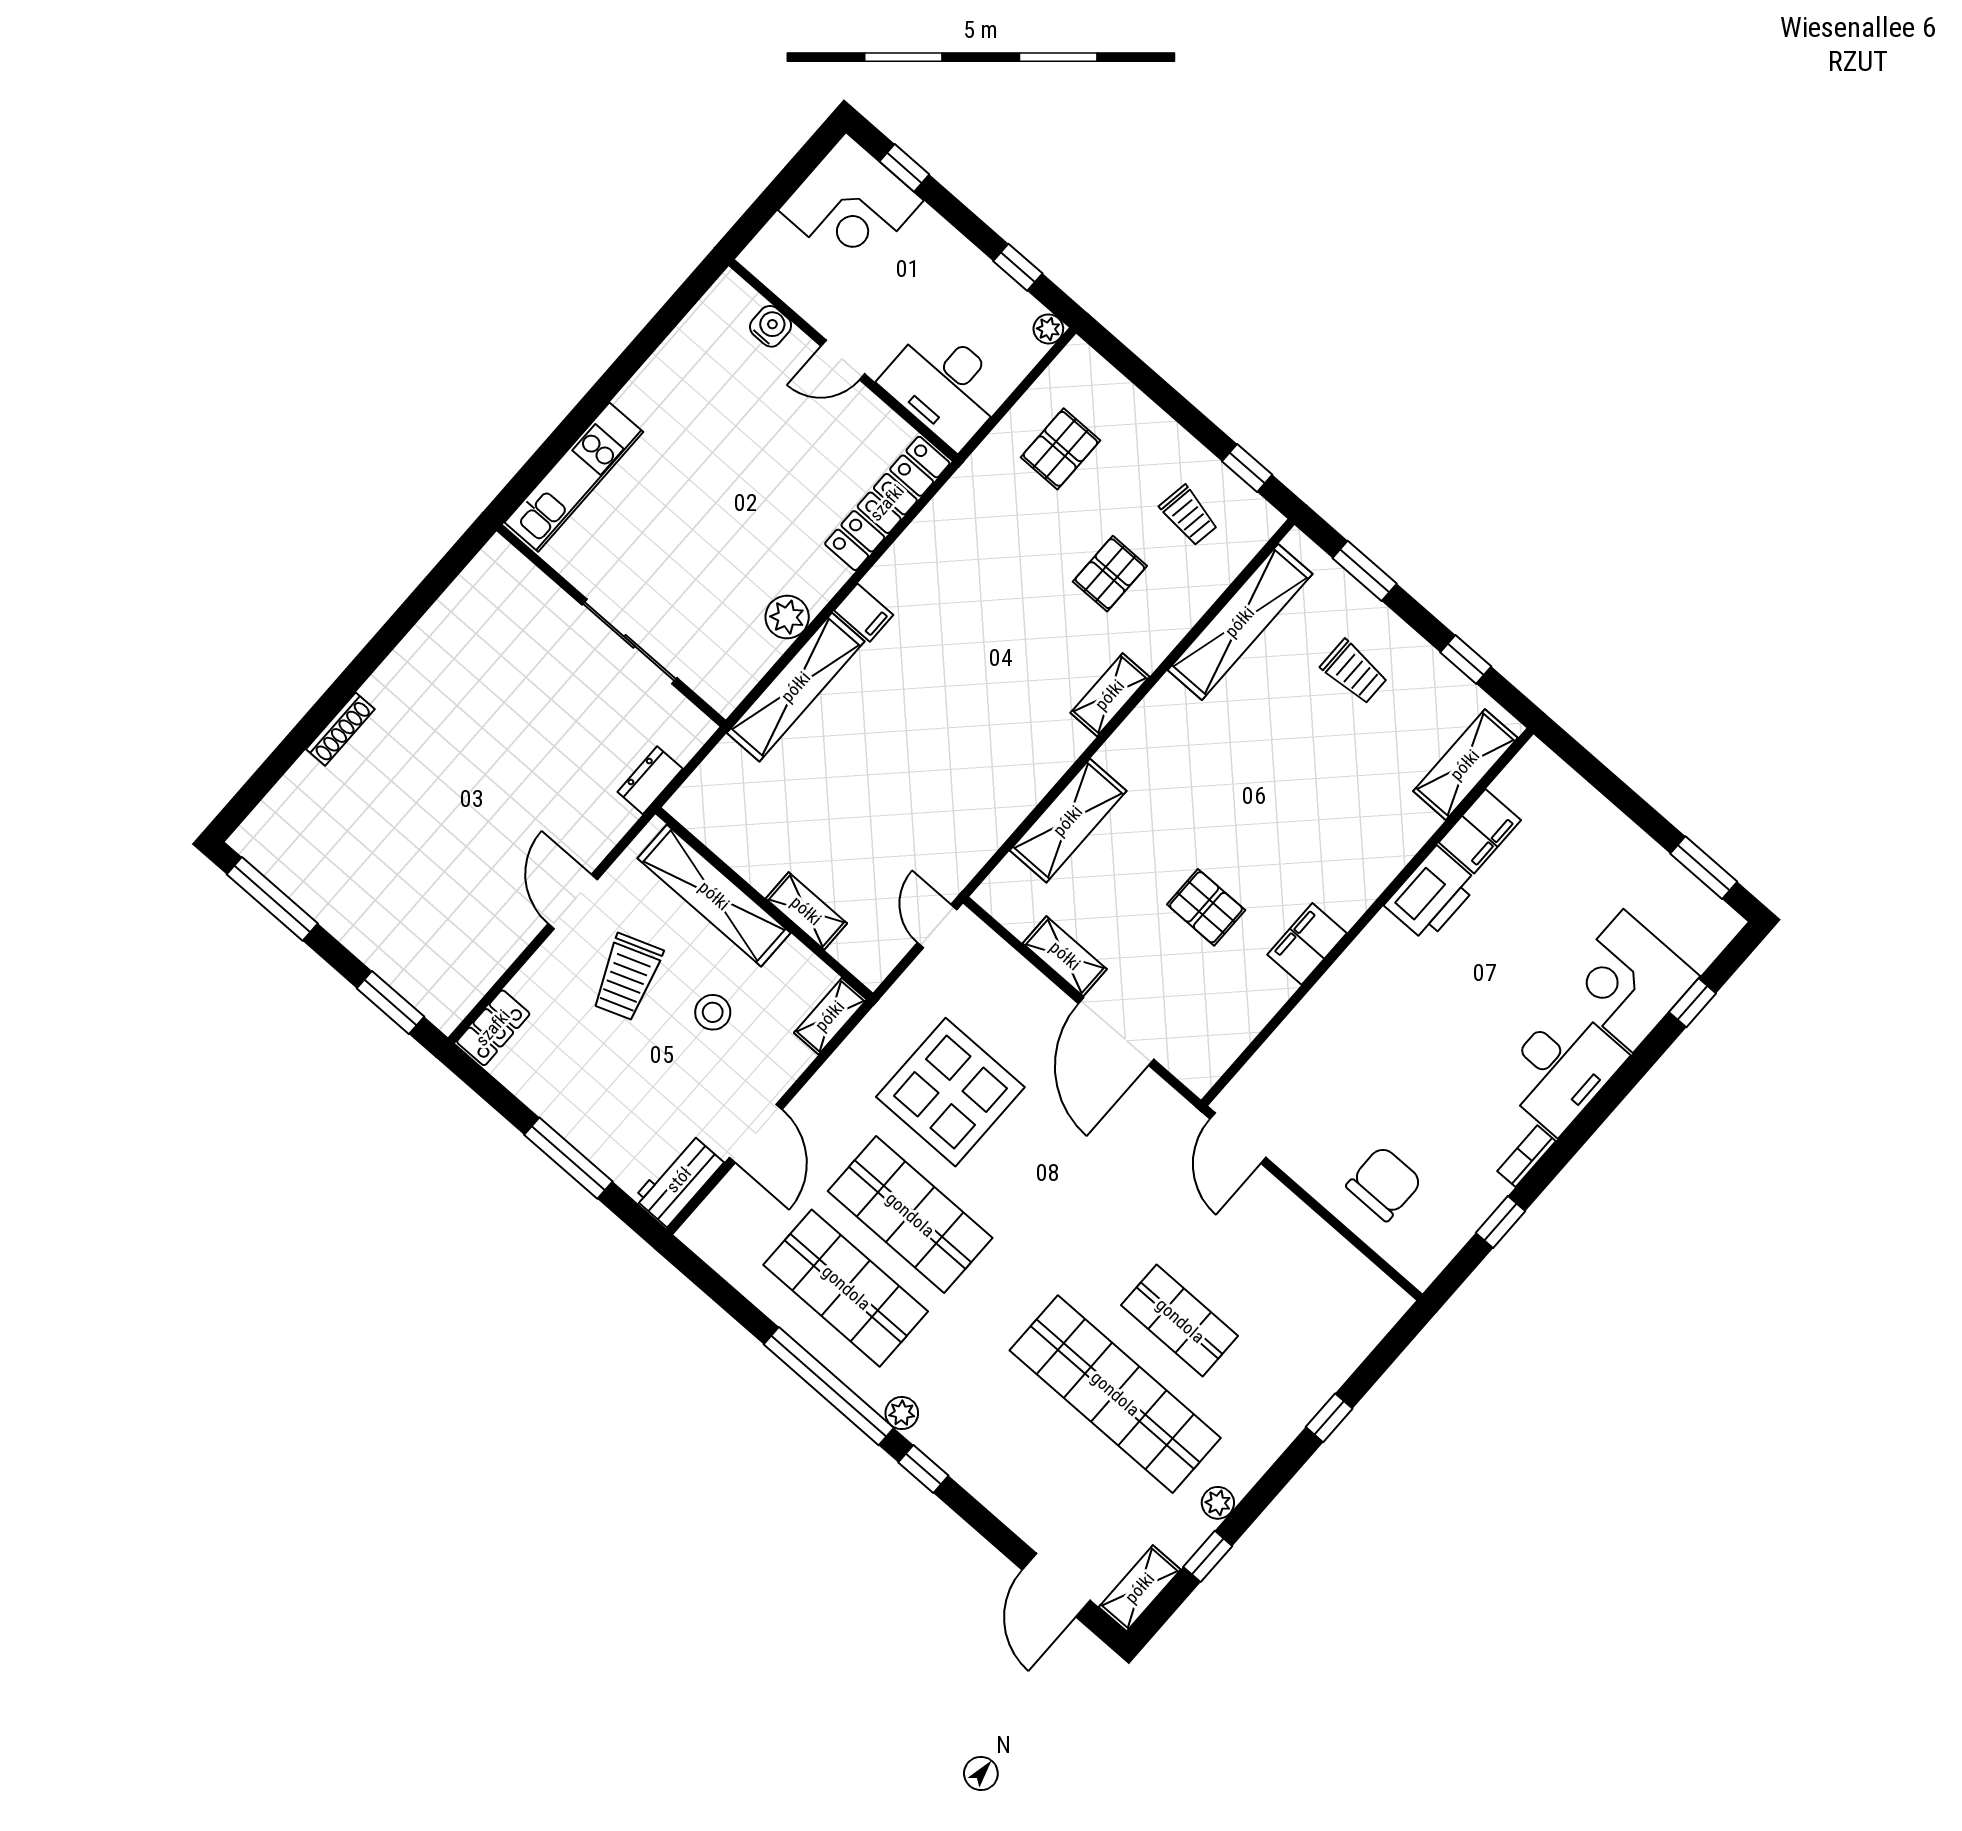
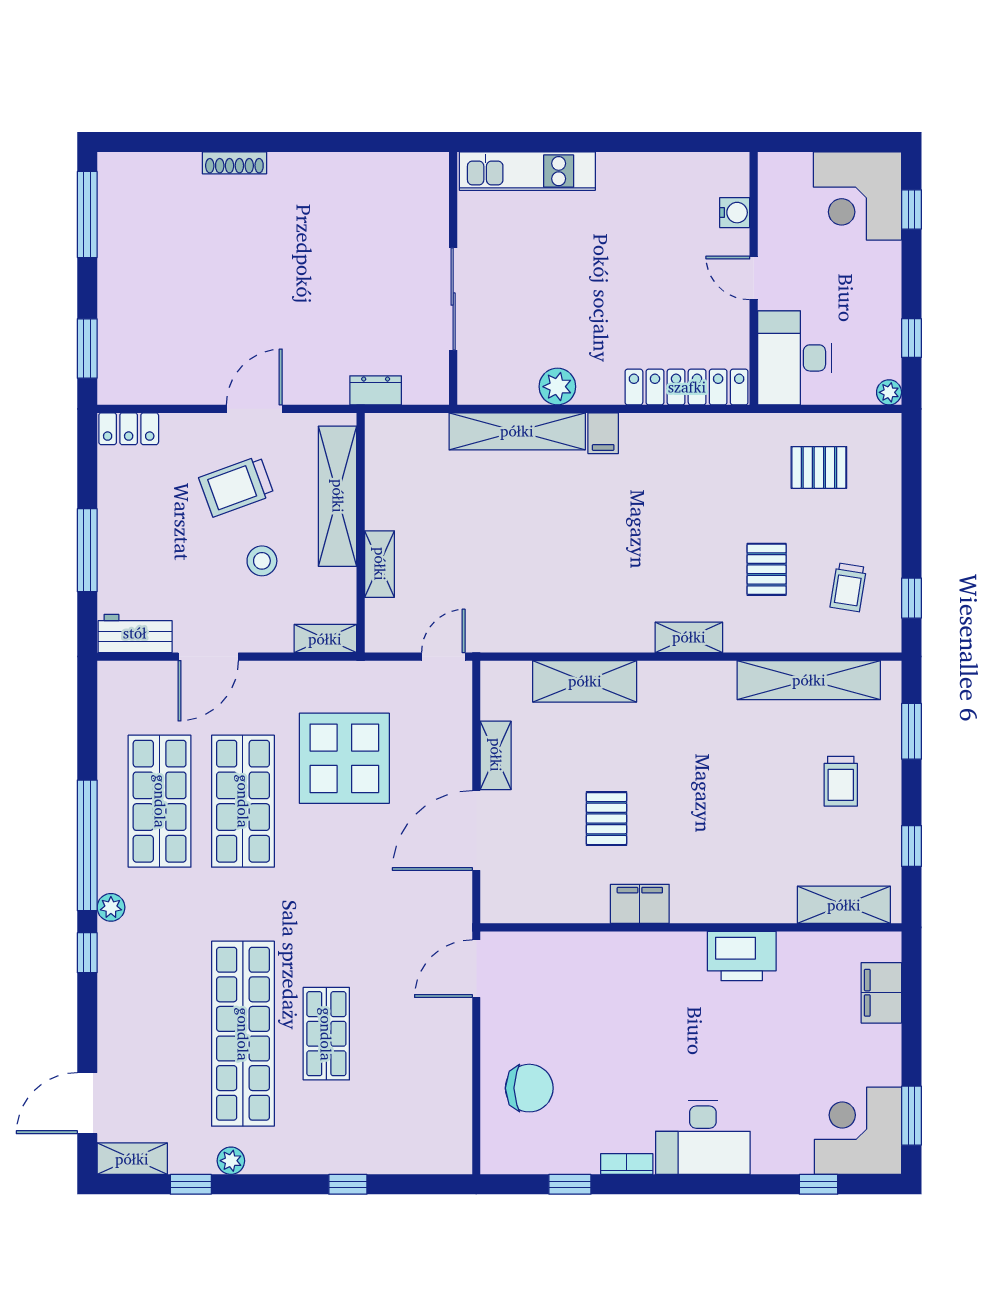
pallet: (1110, 574) -> (767, 569), turned 90
filing cabinet: (1480, 831) -> (881, 993), moved, turned 90
corner desk: (1628, 981) -> (858, 1131), moved

